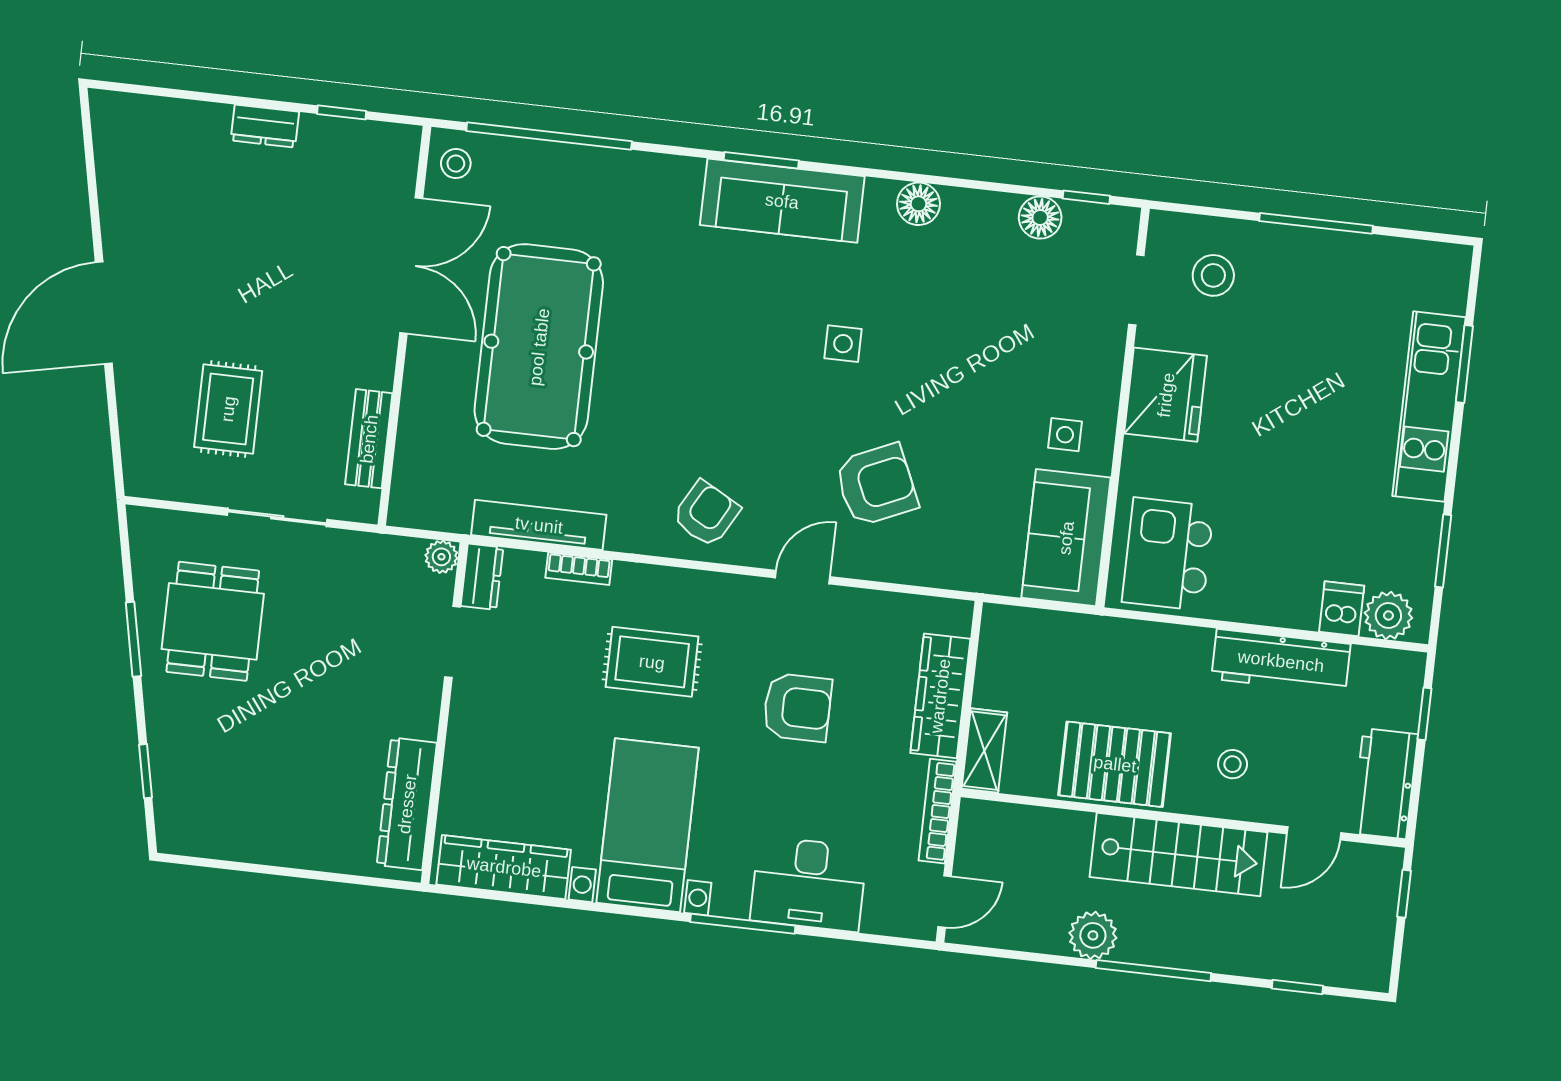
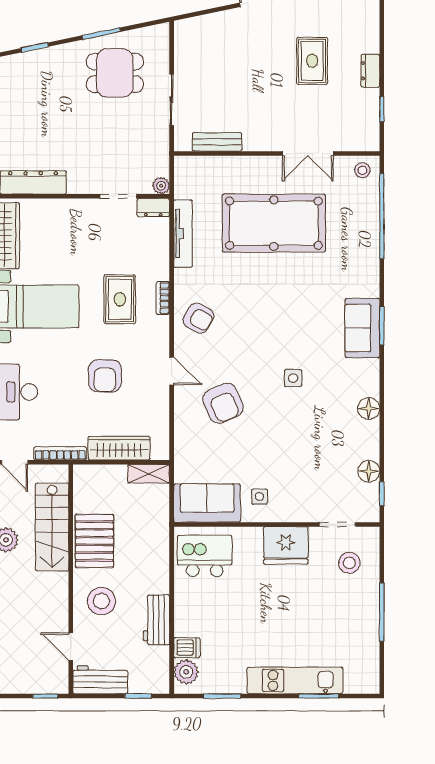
sofa: (782, 201) -> (362, 328), width x0.73
double door: (411, 265) -> (308, 153), width x0.73
rug: (228, 409) -> (312, 61), moved, turned 90
bookcase: (579, 569) -> (163, 298), moved
workbench: (1281, 661) -> (157, 620), width x0.73
shelving: (984, 751) -> (149, 474), moved
stool: (1233, 764) -> (101, 601), width x1.89, depth x1.89
stairs: (1179, 855) -> (52, 527), moved

